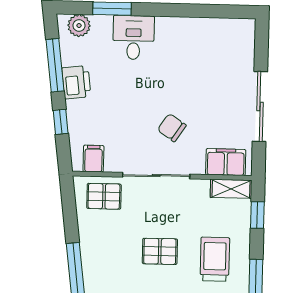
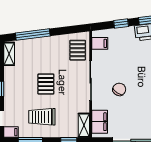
trolley: (215, 259) -> (42, 117), turned 180

